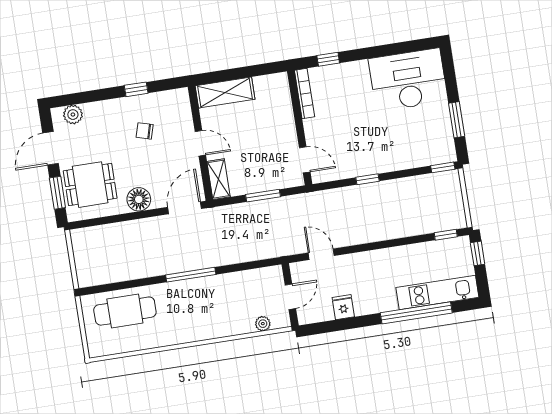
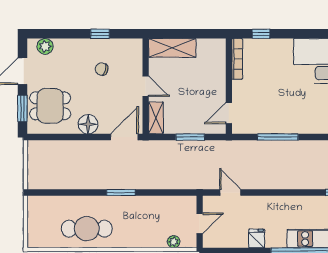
door: (305, 160) -> (229, 113), swing flipped
window: (368, 179) -> (278, 137), width x2.17
window: (191, 275) -> (121, 193), width x0.69
fridge: (343, 307) -> (257, 239), moved
cafe table: (125, 311) -> (87, 229), moved

